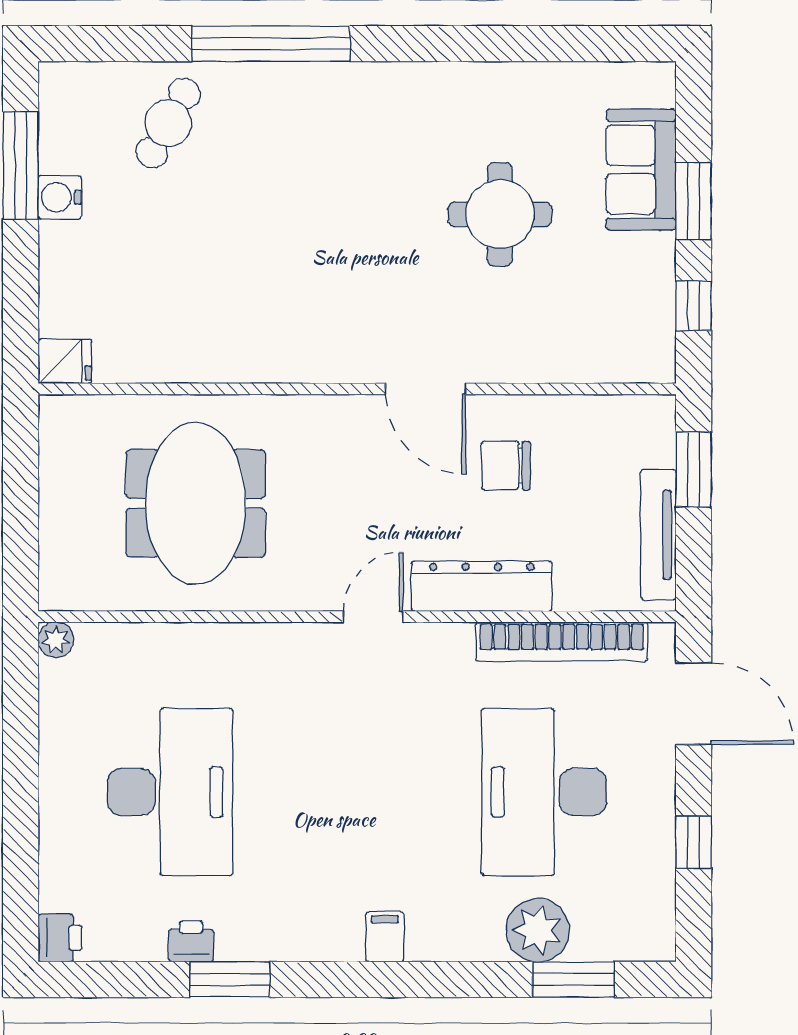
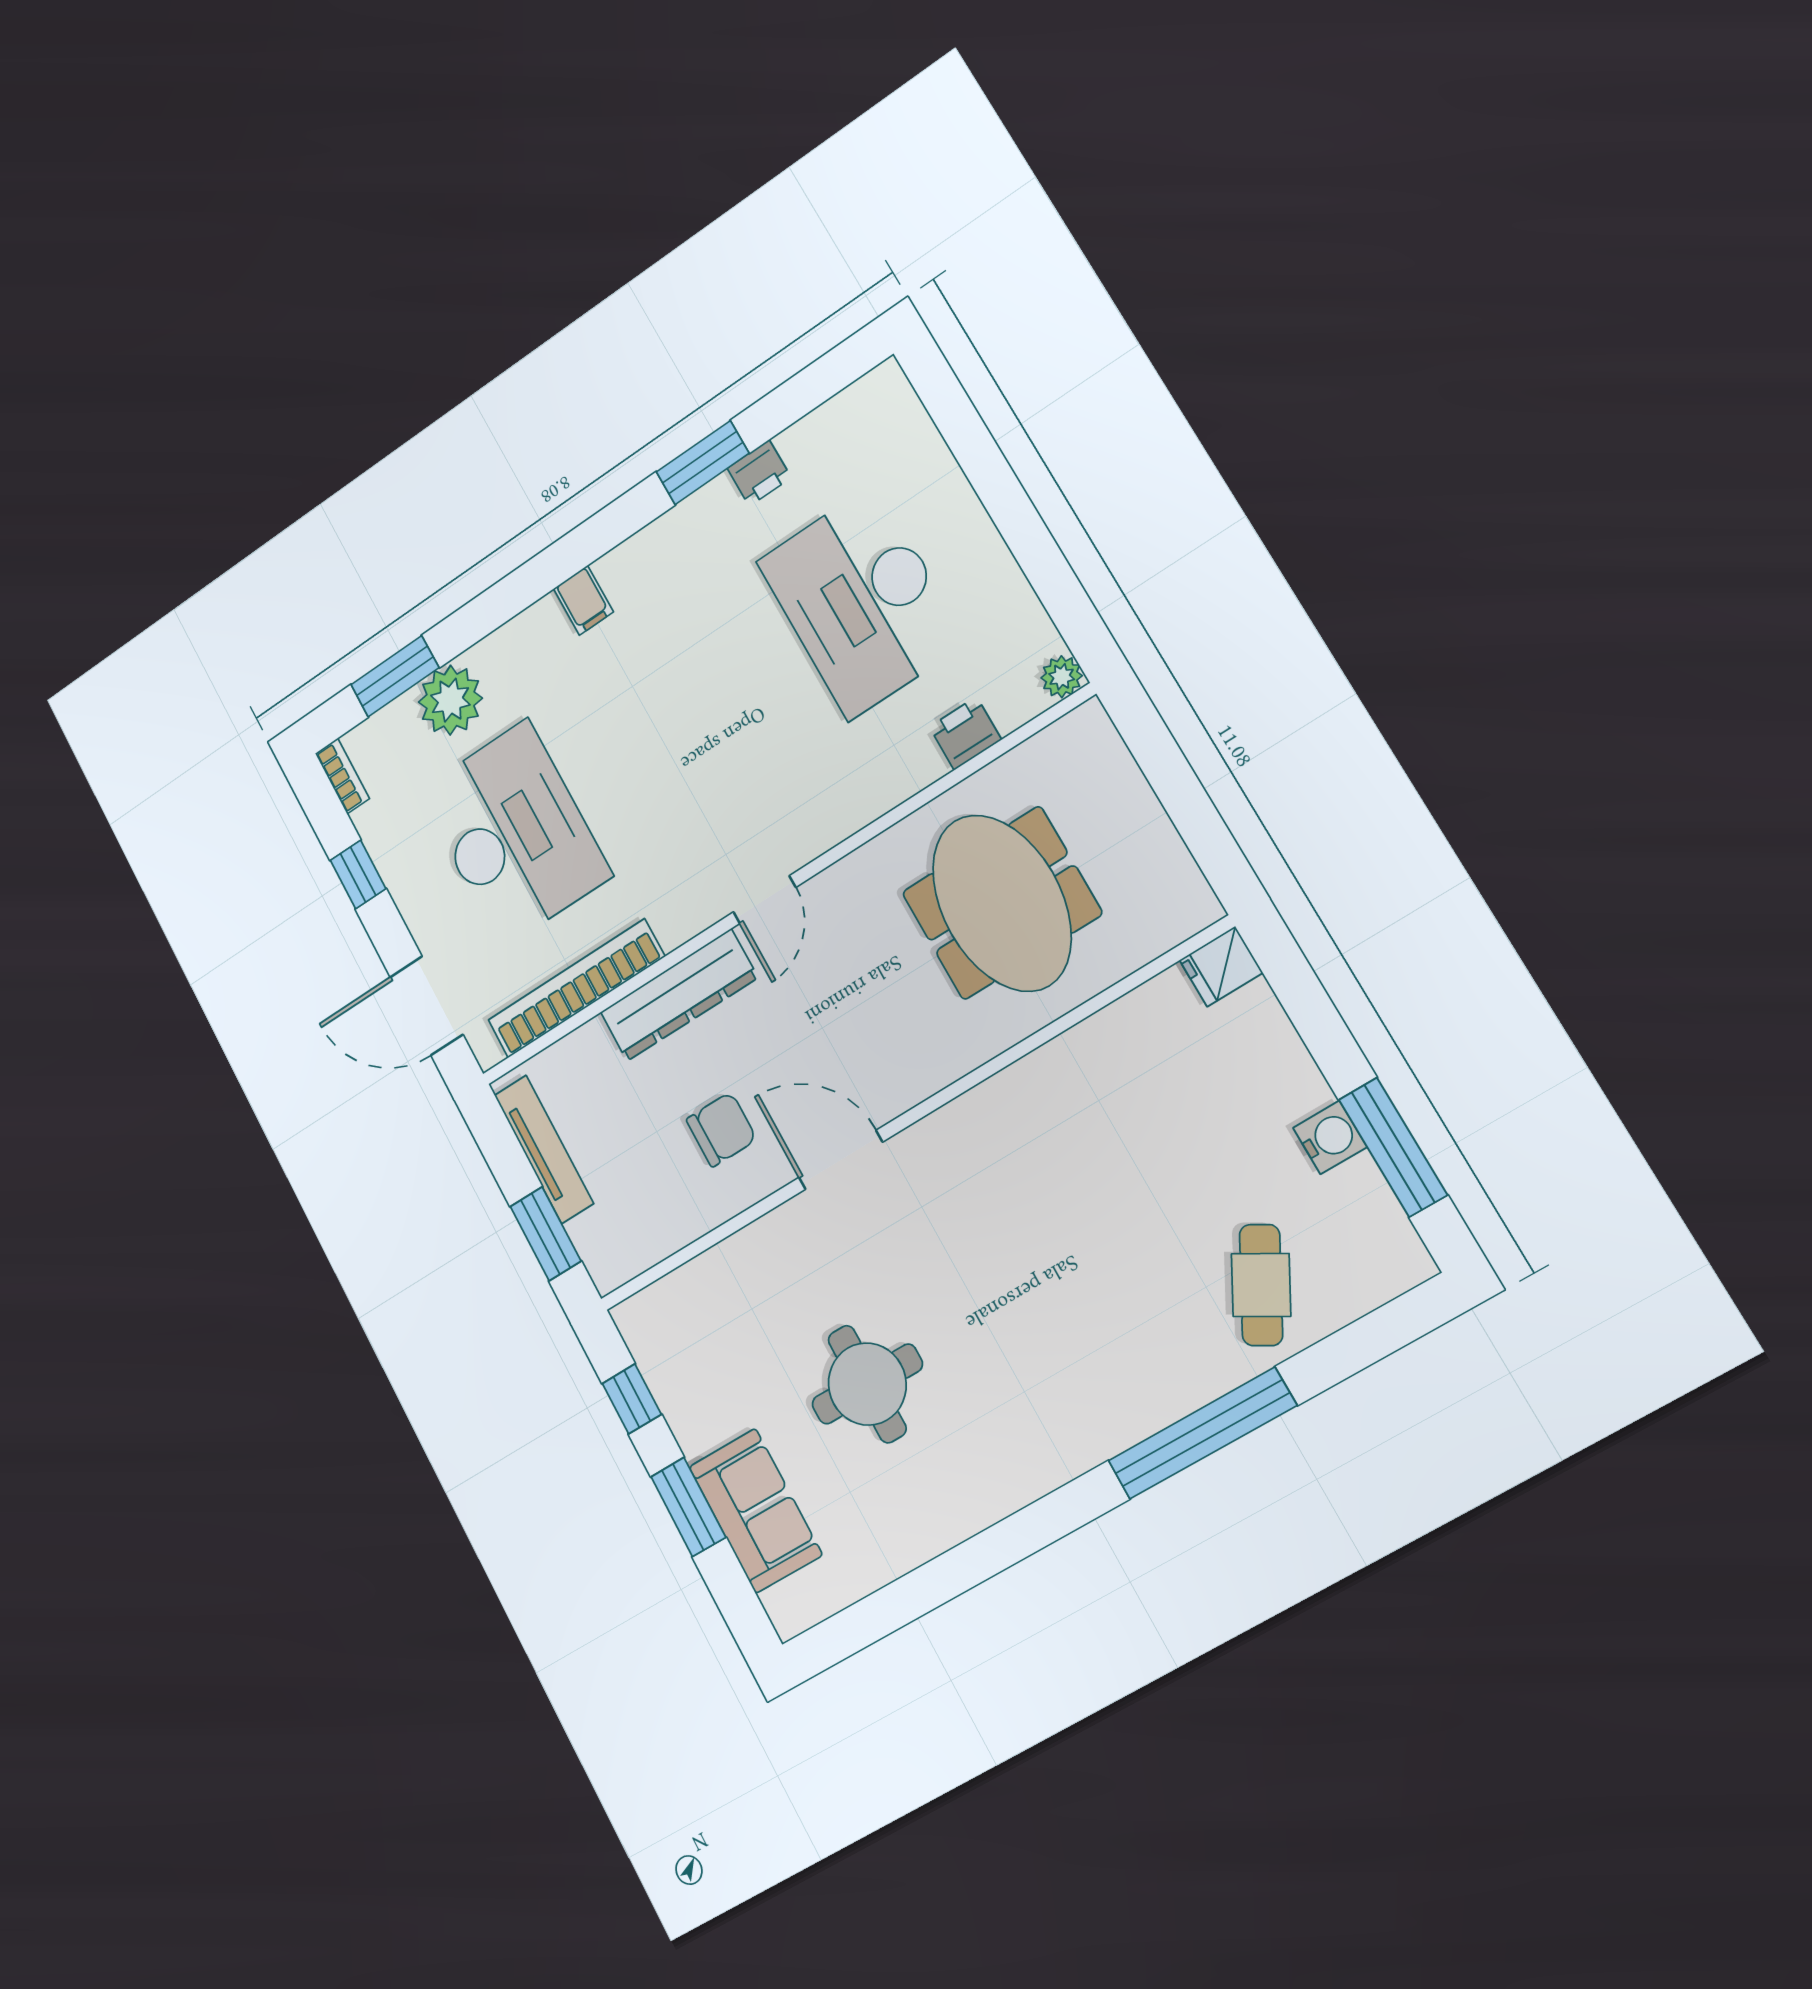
bookcase: (663, 929) -> (342, 776), added
printer: (60, 938) -> (965, 733), moved, turned 90

